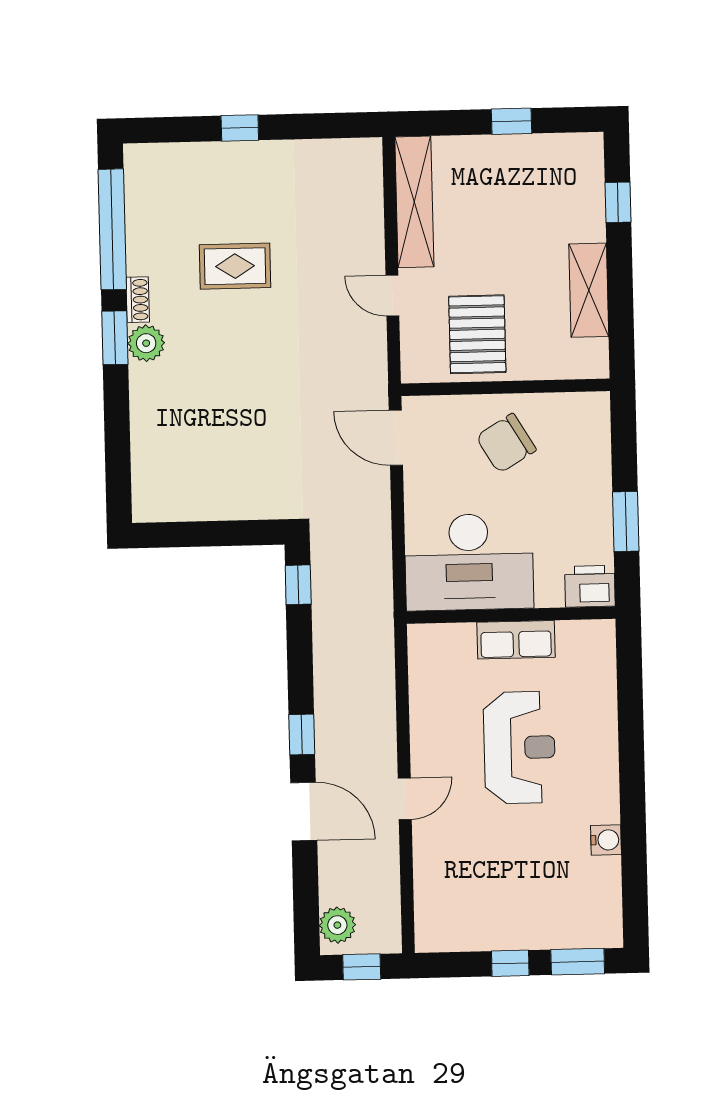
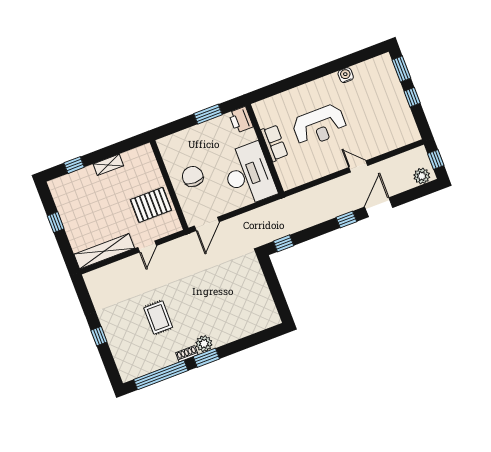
shelving: (589, 290) -> (108, 165), width x0.67, depth x0.75
chair: (506, 443) -> (193, 176), turned -149
reception desk: (519, 748) -> (319, 126), turned 180

